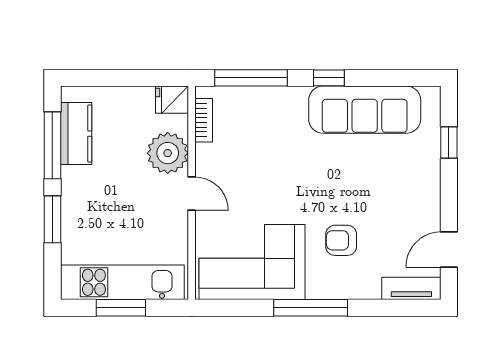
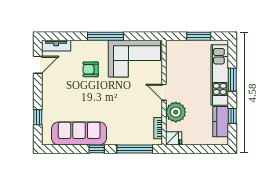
window: (52, 145) -> (232, 116), width x0.46
armchair: (341, 240) -> (91, 69), turned 180
kitchen unit: (122, 282) -> (220, 75), moved, turned 90

